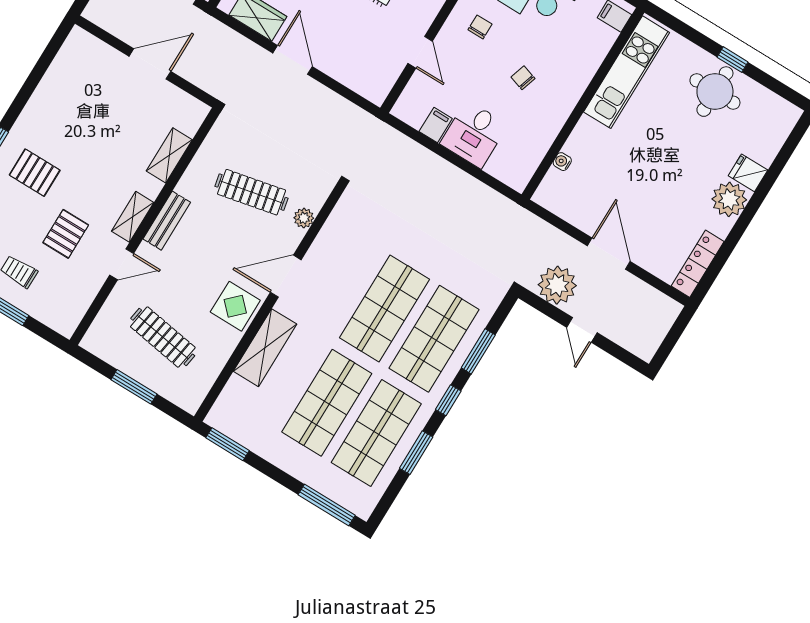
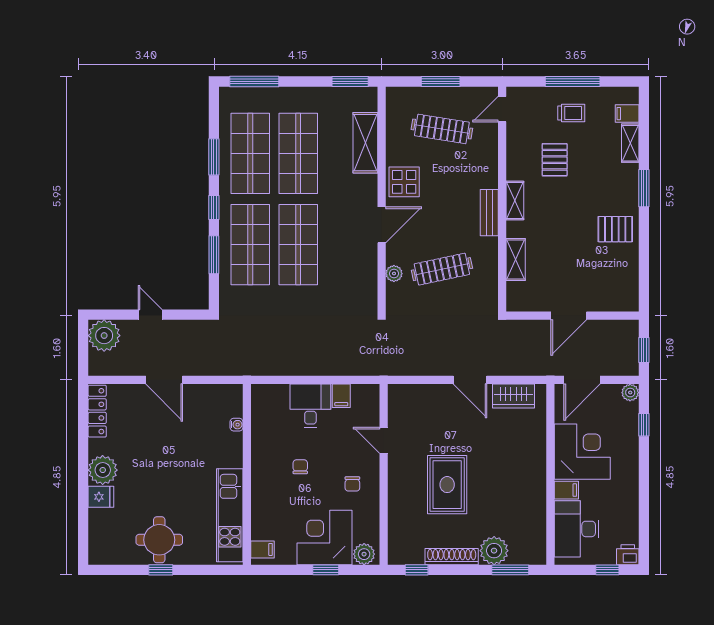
chair: (523, 78) -> (300, 467), turned -108
pallet: (35, 173) -> (615, 229), moved
door: (122, 264) -> (502, 109), moved
plant: (557, 285) -> (104, 336), moved
shelving: (265, 348) -> (365, 143), moved

